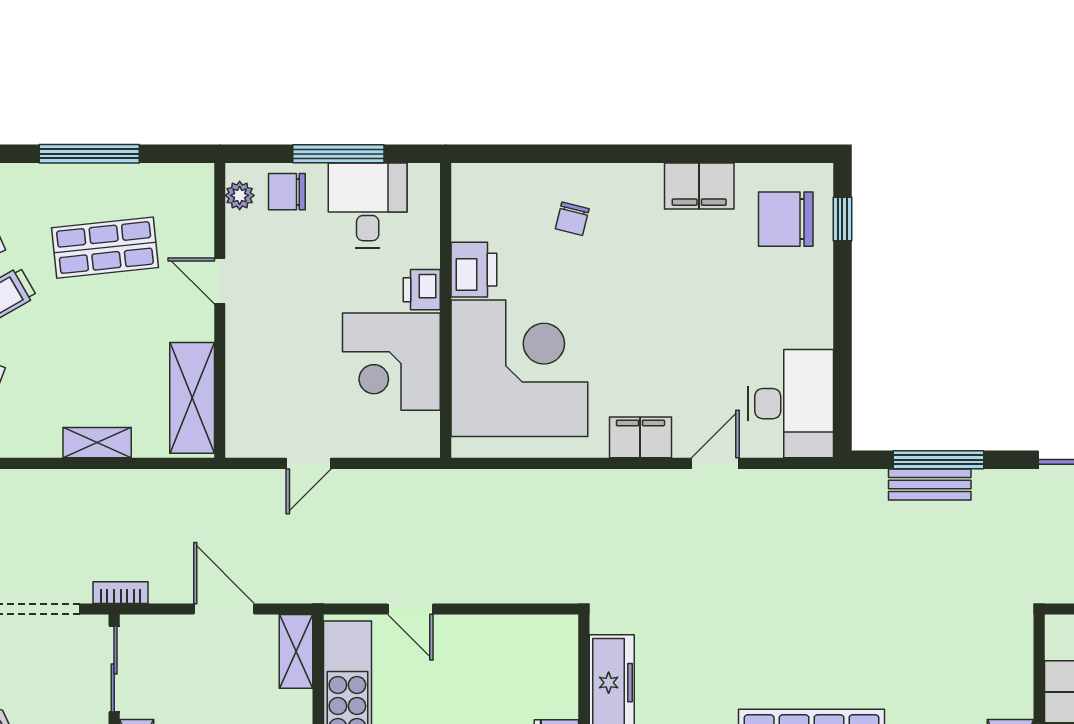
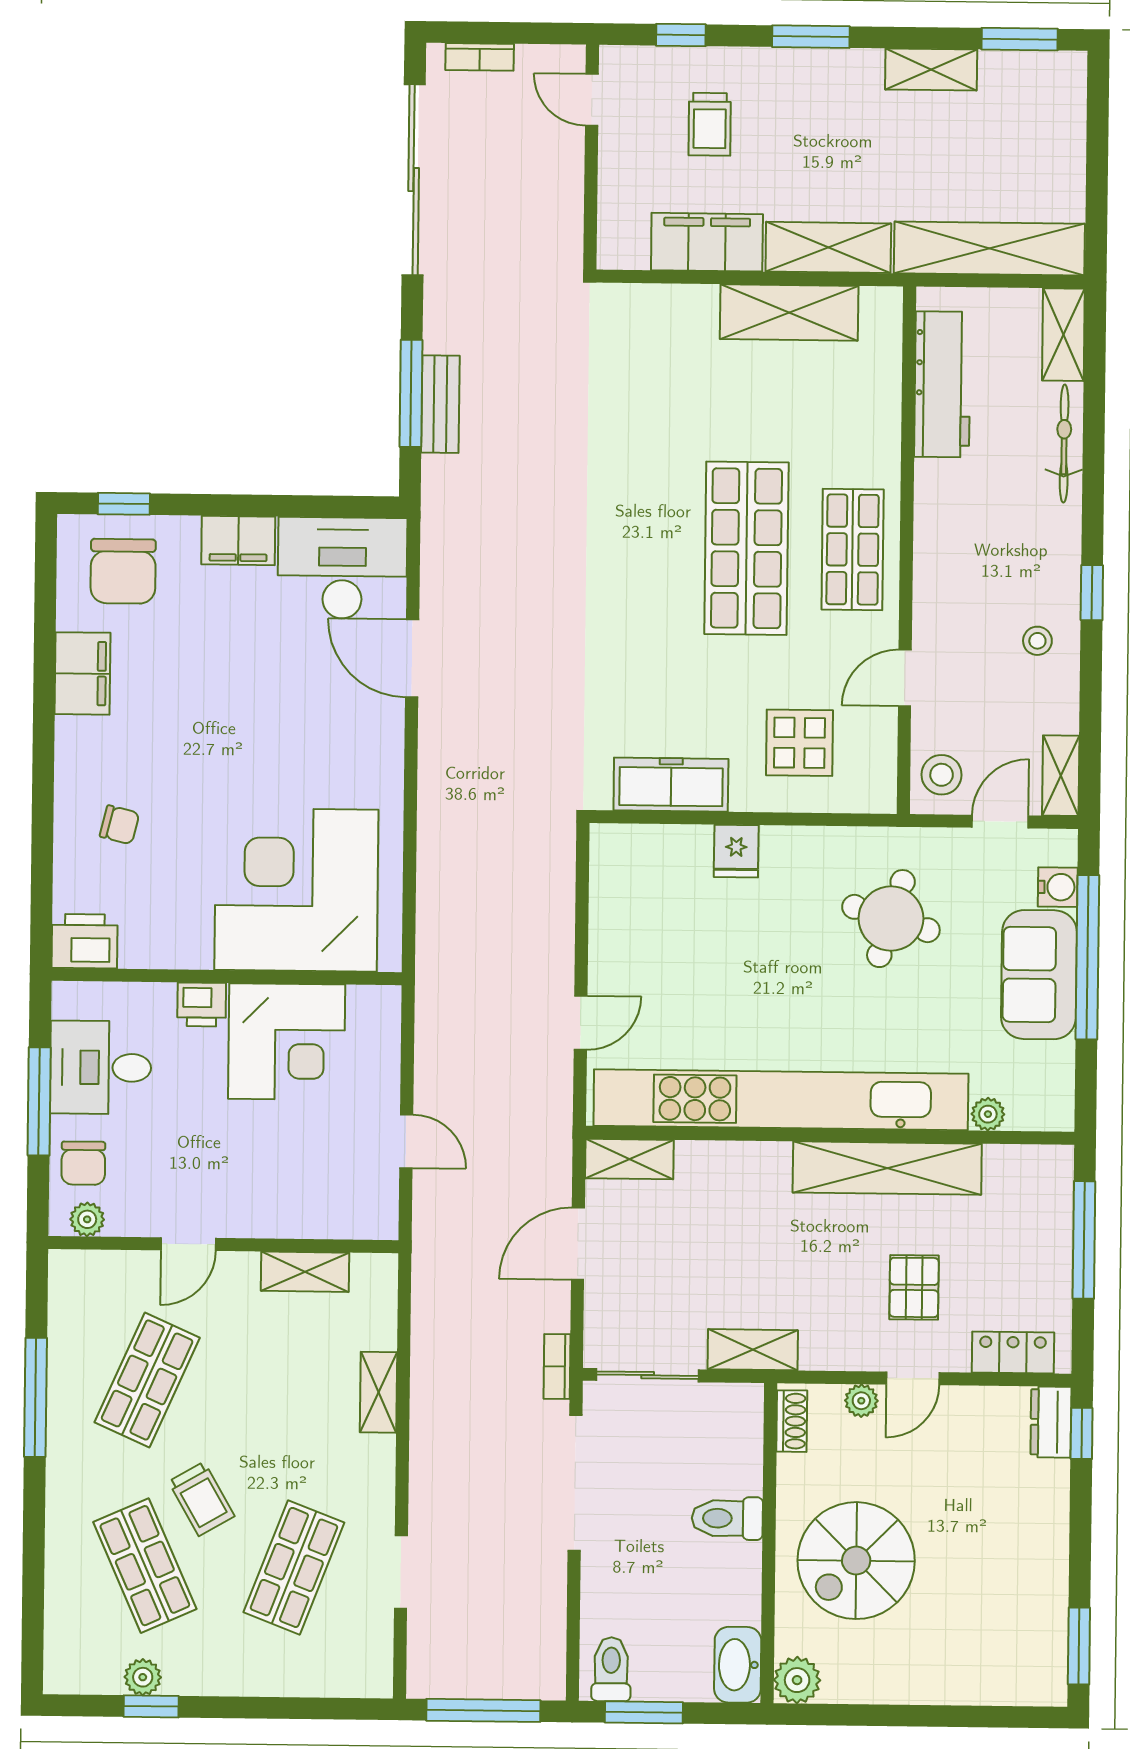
shop shelf: (105, 248) -> (147, 1380), turned 30
printer: (474, 270) -> (85, 941), moved
shelving: (192, 398) -> (305, 1272), width x0.67, depth x0.75
filing cabinet: (640, 437) -> (238, 540), moved, turned -90
door: (715, 463) -> (412, 658), width x1.38

